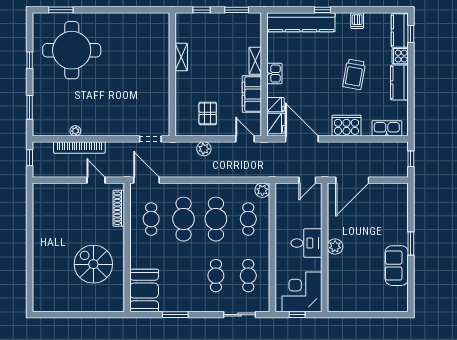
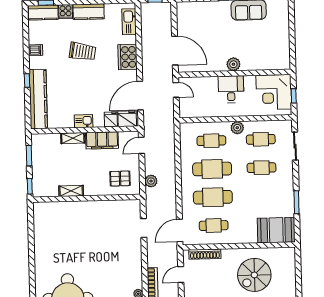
shelving: (181, 57) -> (71, 191), moved
wall: (172, 74) -> (86, 198), moved
plant: (262, 190) -> (237, 128), moved

